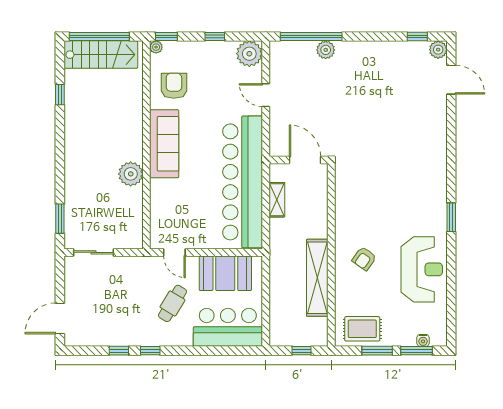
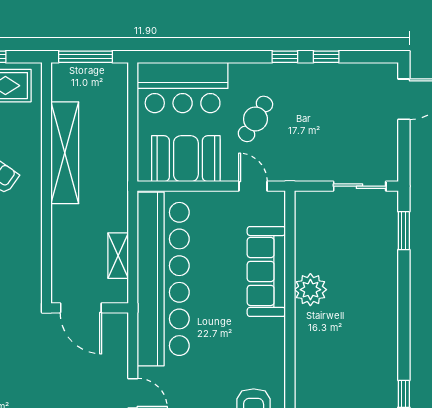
sofa: (164, 144) -> (266, 271), moved
window: (302, 351) -> (86, 57), width x2.17

